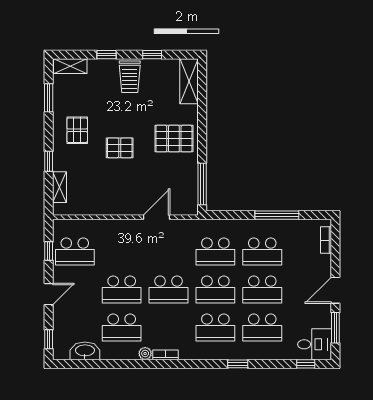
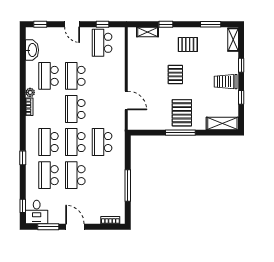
window: (202, 184) -> (180, 133), moved
school desk: (262, 252) -> (102, 175), removed

